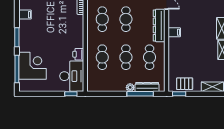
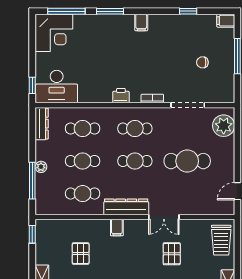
printer: (78, 54) -> (121, 96), moved
corner desk: (33, 66) -> (54, 33), moved
pallet: (185, 84) -> (81, 253), moved
dresser: (147, 87) -> (42, 124), moved

